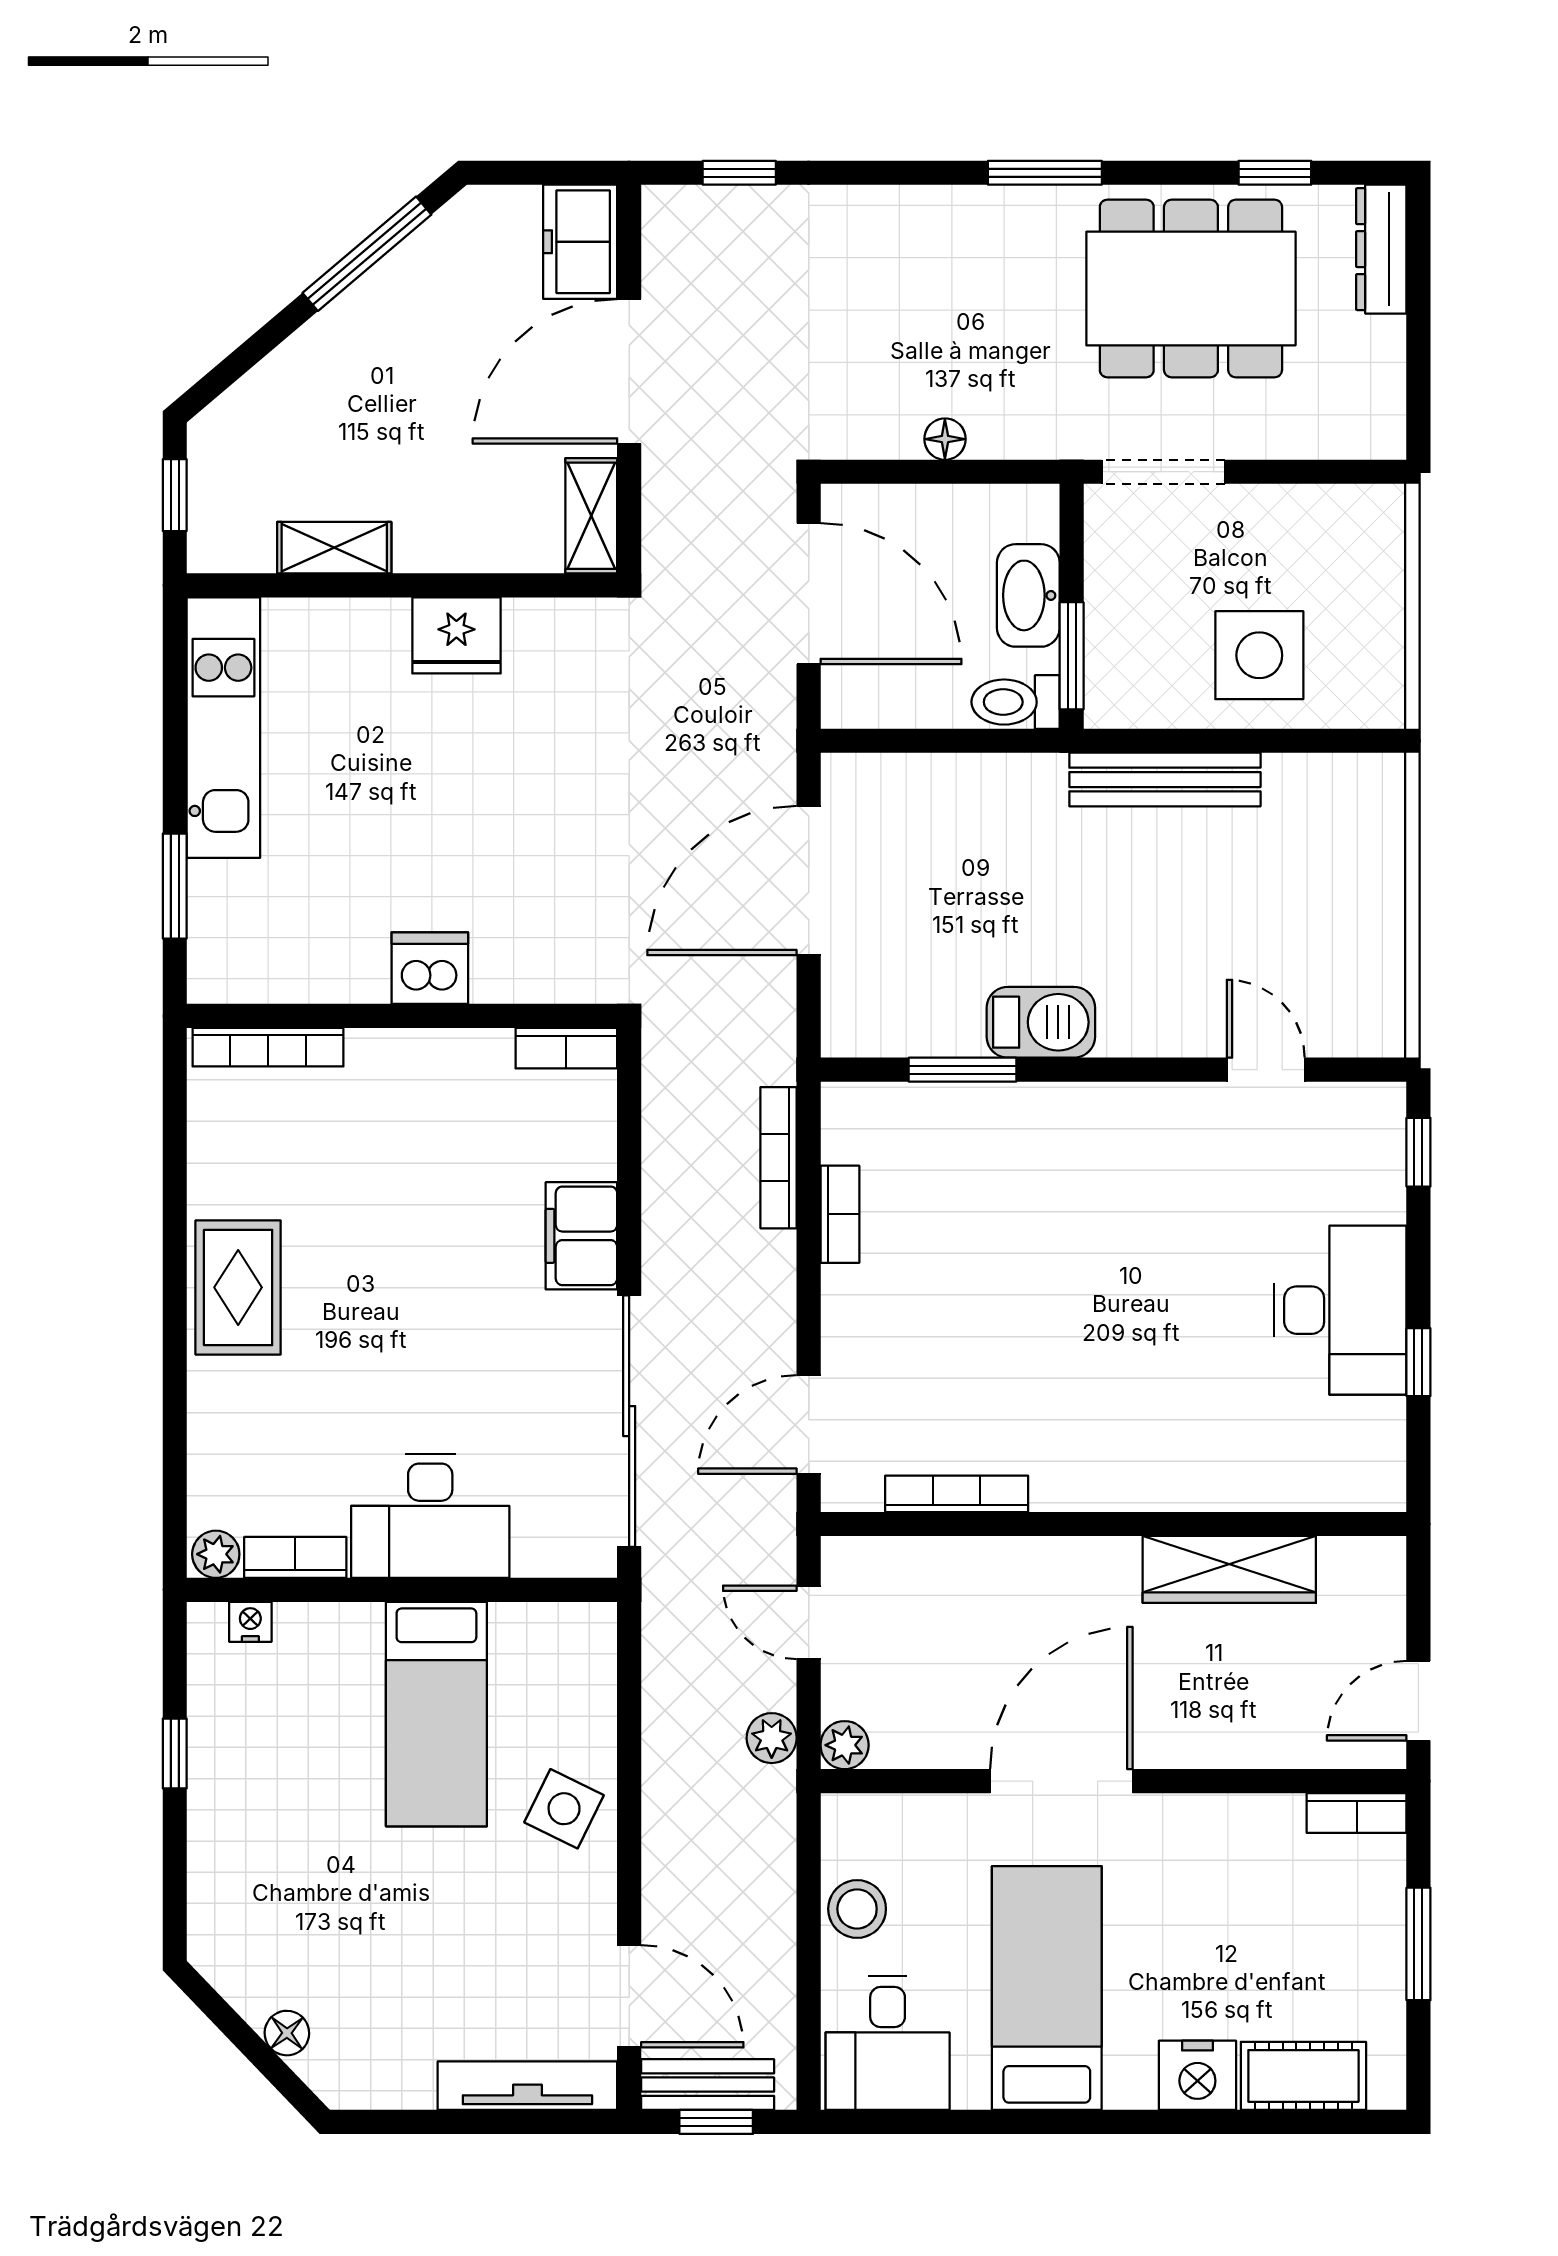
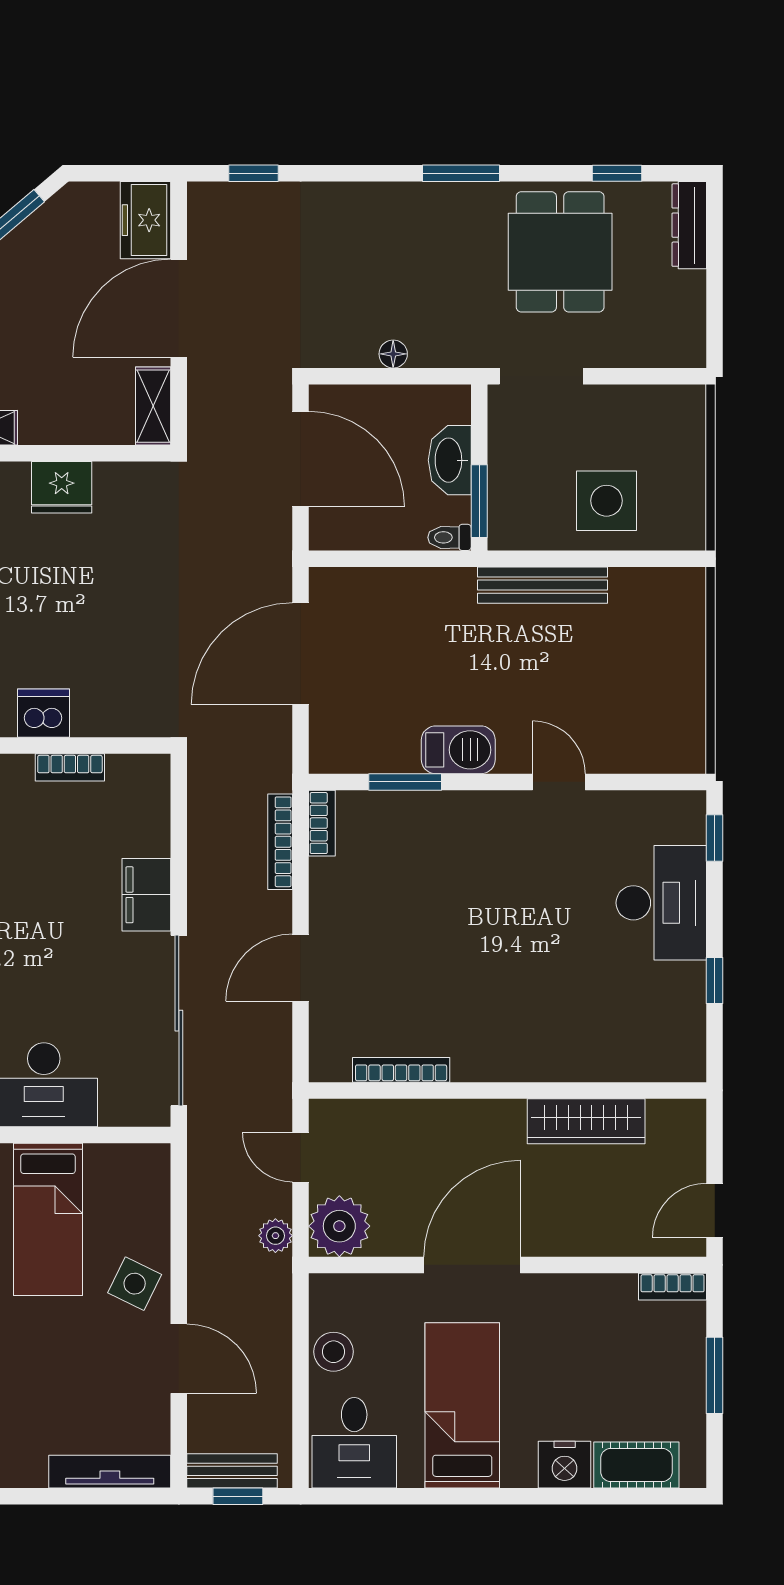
dining table: (1191, 288) -> (560, 252), width x0.73
toilet: (1016, 702) -> (449, 537), width x0.73, depth x0.72
bookcase: (566, 1048) -> (70, 767), moved
door: (1266, 1070) -> (559, 782), moved
bookcase: (840, 1214) -> (322, 823), moved
desk: (1340, 1310) -> (661, 903), moved
door: (809, 1425) -> (301, 968), moved
plant: (845, 1745) -> (339, 1226), width x1.87, depth x1.87
door: (629, 1996) -> (179, 1359), moved

